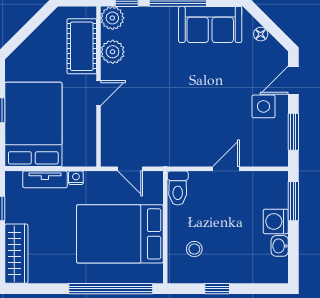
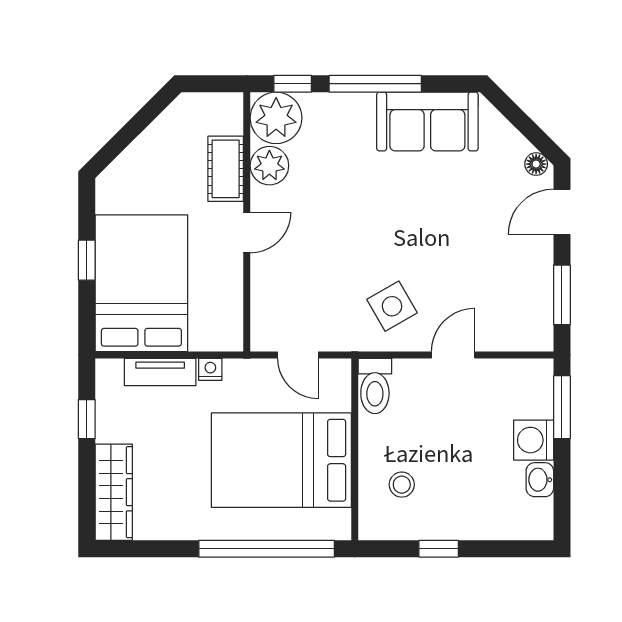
plant: (112, 18) -> (276, 118), width x1.36, depth x1.36
floor lamp: (261, 34) -> (536, 164), moved
cot: (82, 46) -> (226, 169), width x0.73, depth x0.75
side table: (263, 106) -> (392, 306), moved, turned -30

